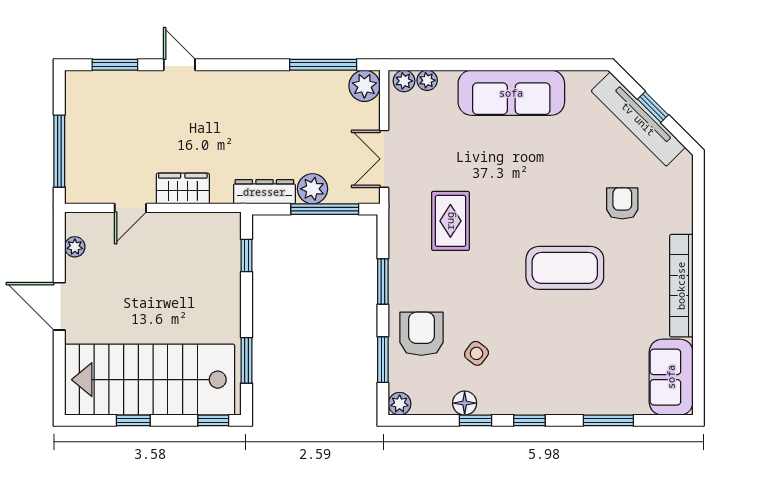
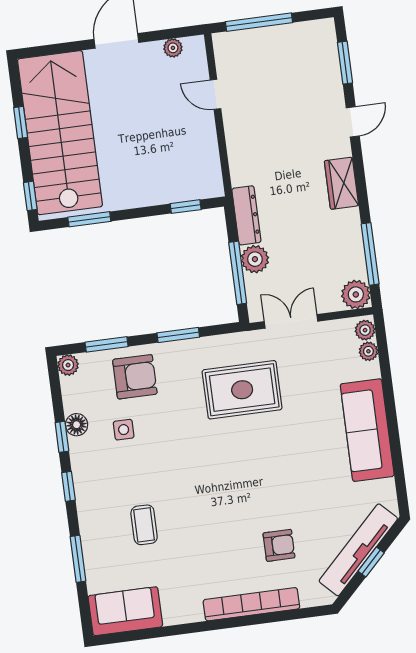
wardrobe: (183, 188) -> (341, 183), moved, turned 180
rug: (450, 221) -> (242, 390), width x1.36, depth x1.43
coffee table: (565, 268) -> (144, 525), moved, width x0.54, depth x0.58
bookcase: (681, 286) -> (251, 604), moved
side table: (476, 353) -> (124, 430), turned -37

